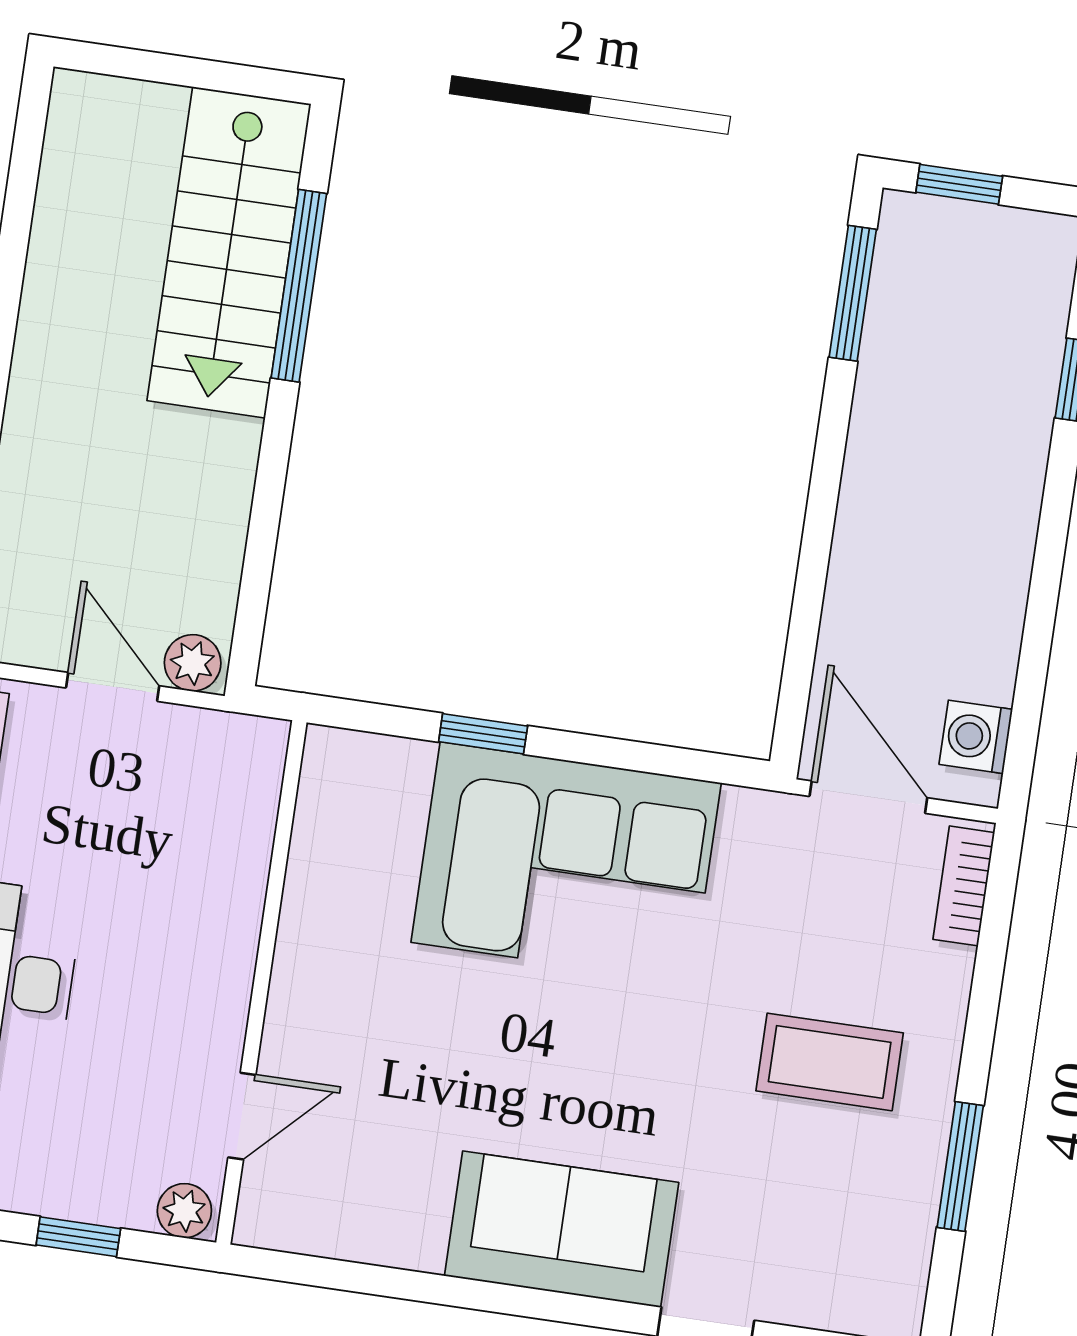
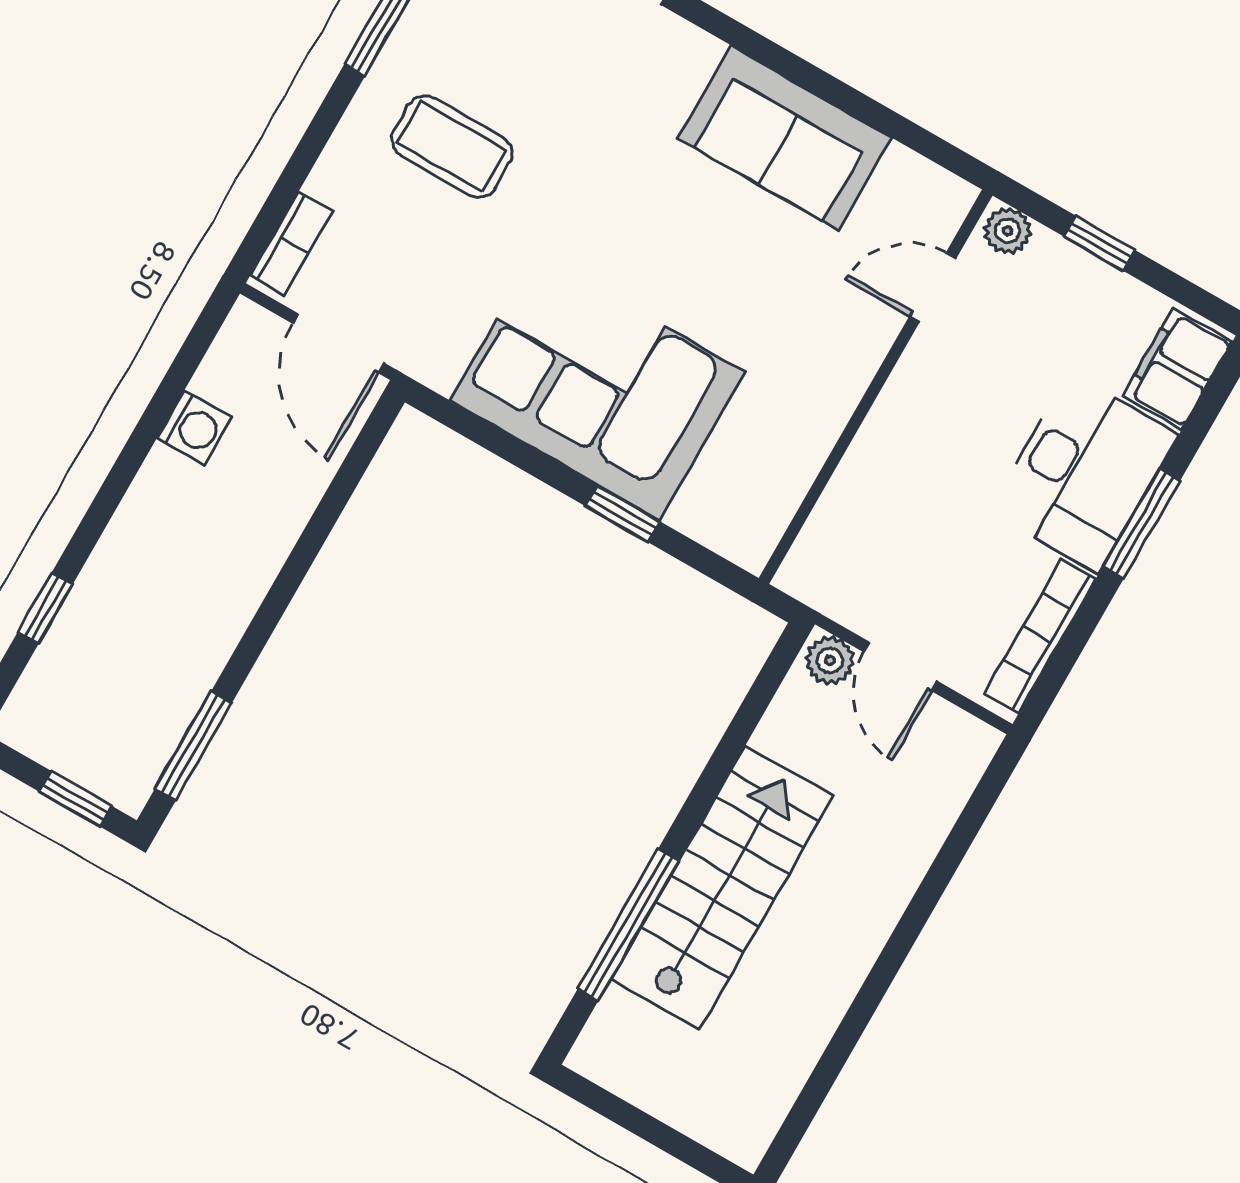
stairs: (229, 252) -> (722, 887), moved
washing machine: (976, 737) -> (194, 428), moved
sofa: (562, 1229) -> (785, 138), moved

